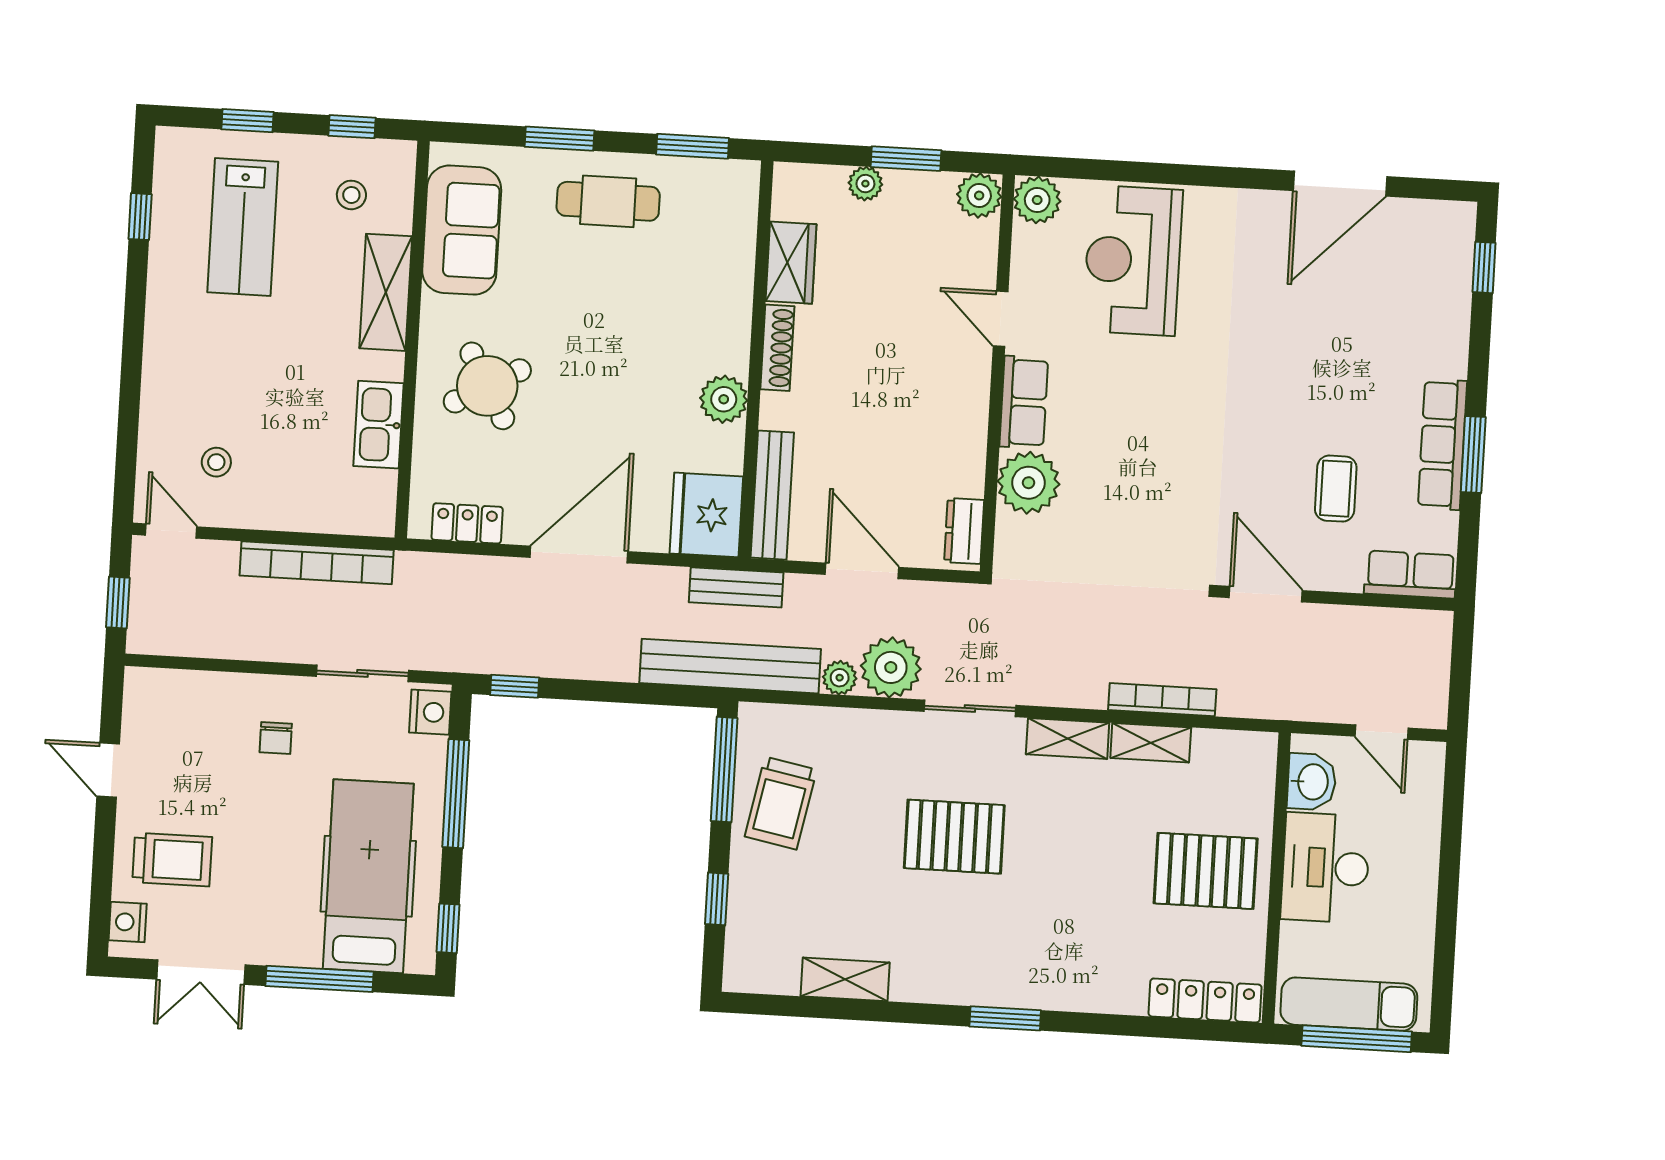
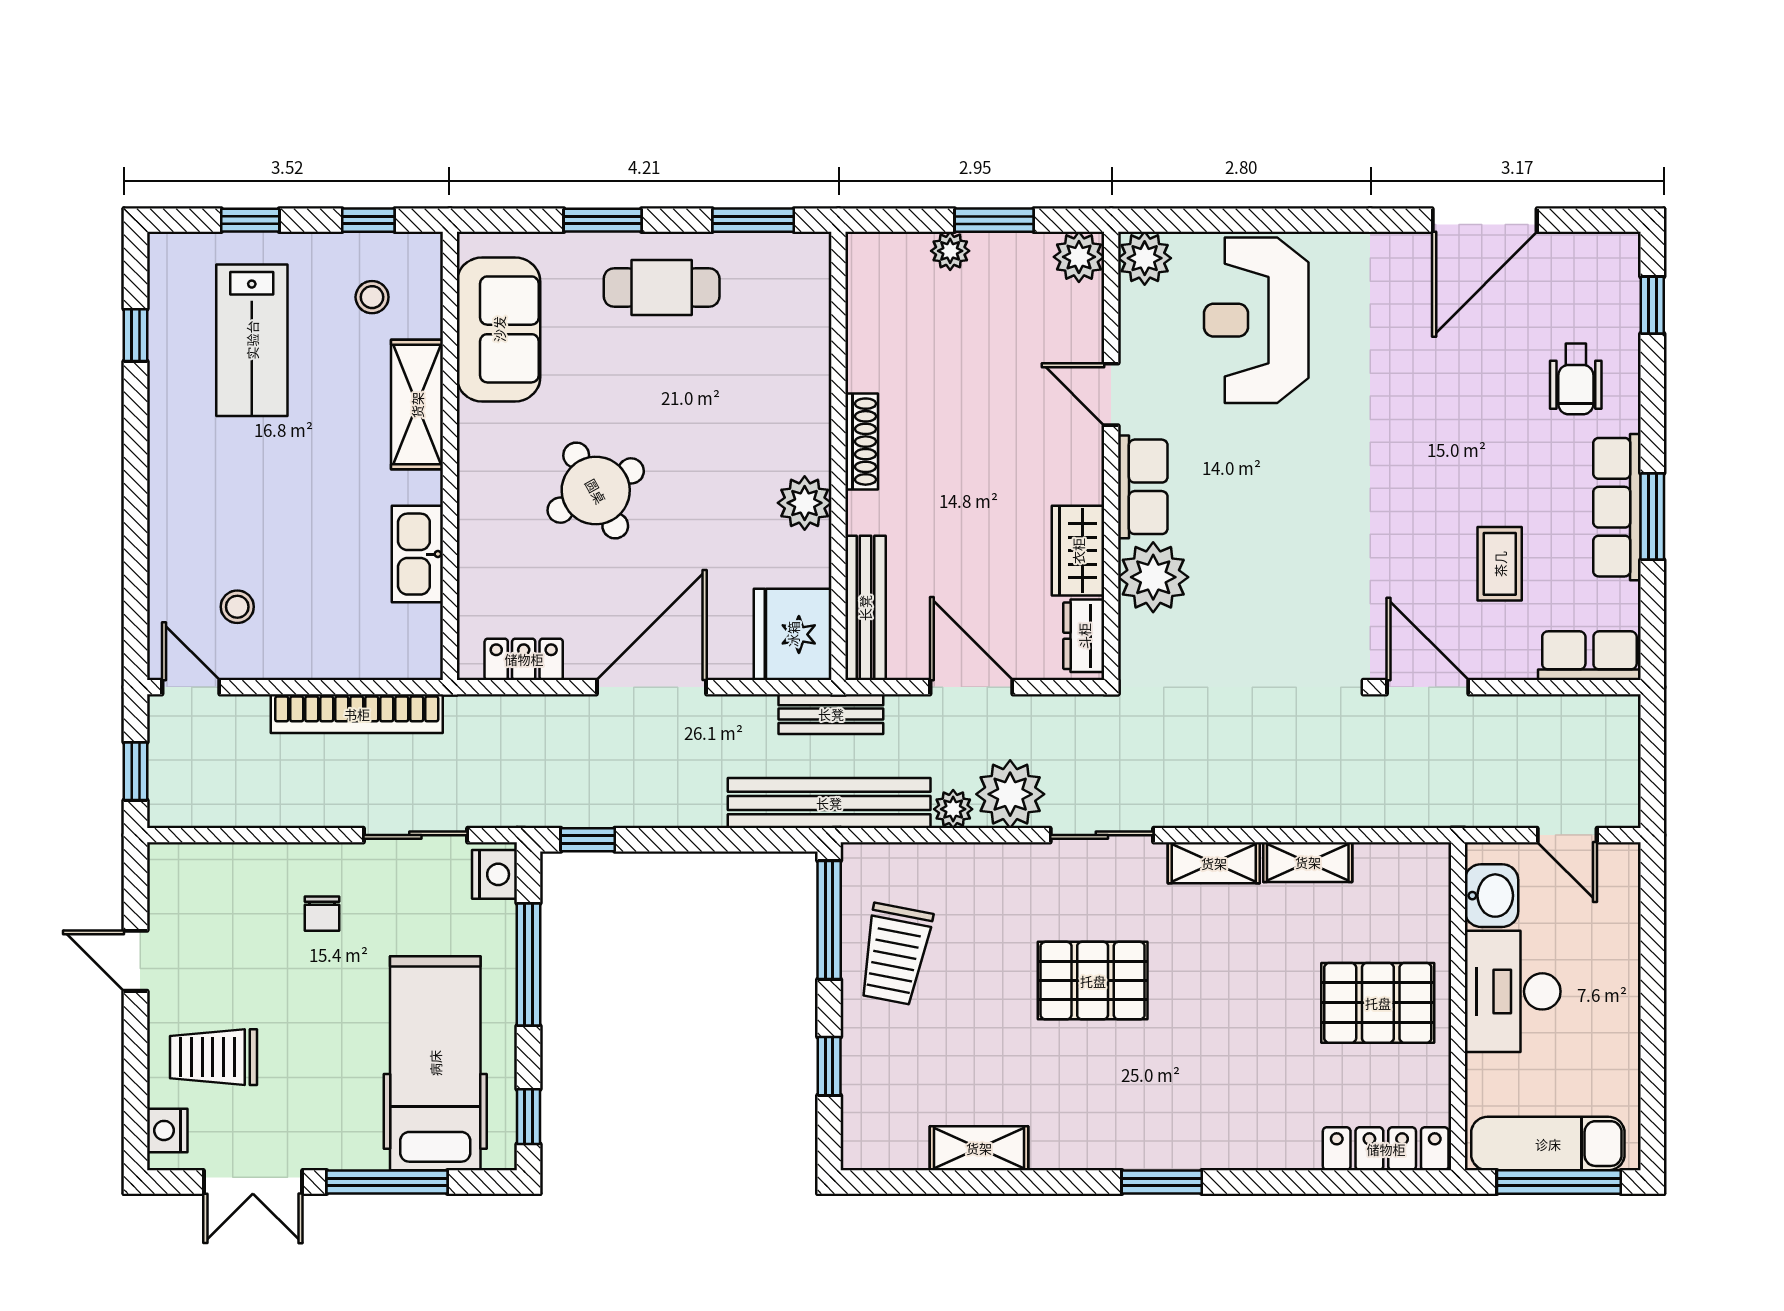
wardrobe: (791, 263) -> (1078, 551), moved, turned 180
wheelchair: (1413, 329) -> (1576, 379), added
round table: (487, 386) -> (596, 491), moved
bookcase: (1162, 700) -> (1318, 813), removed
trolley: (172, 860) -> (213, 1057), turned 180

